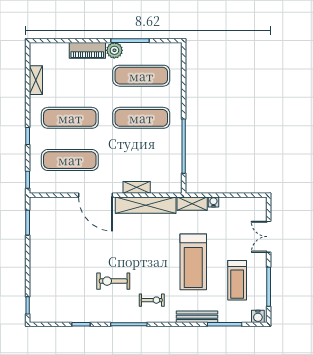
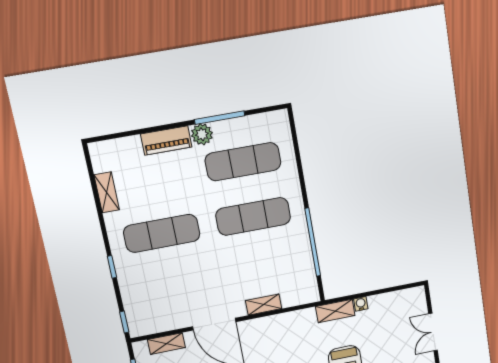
exercise mat: (70, 160) -> (173, 287), removed
shelving: (146, 205) -> (166, 344), moved, width x0.45, depth x0.75

